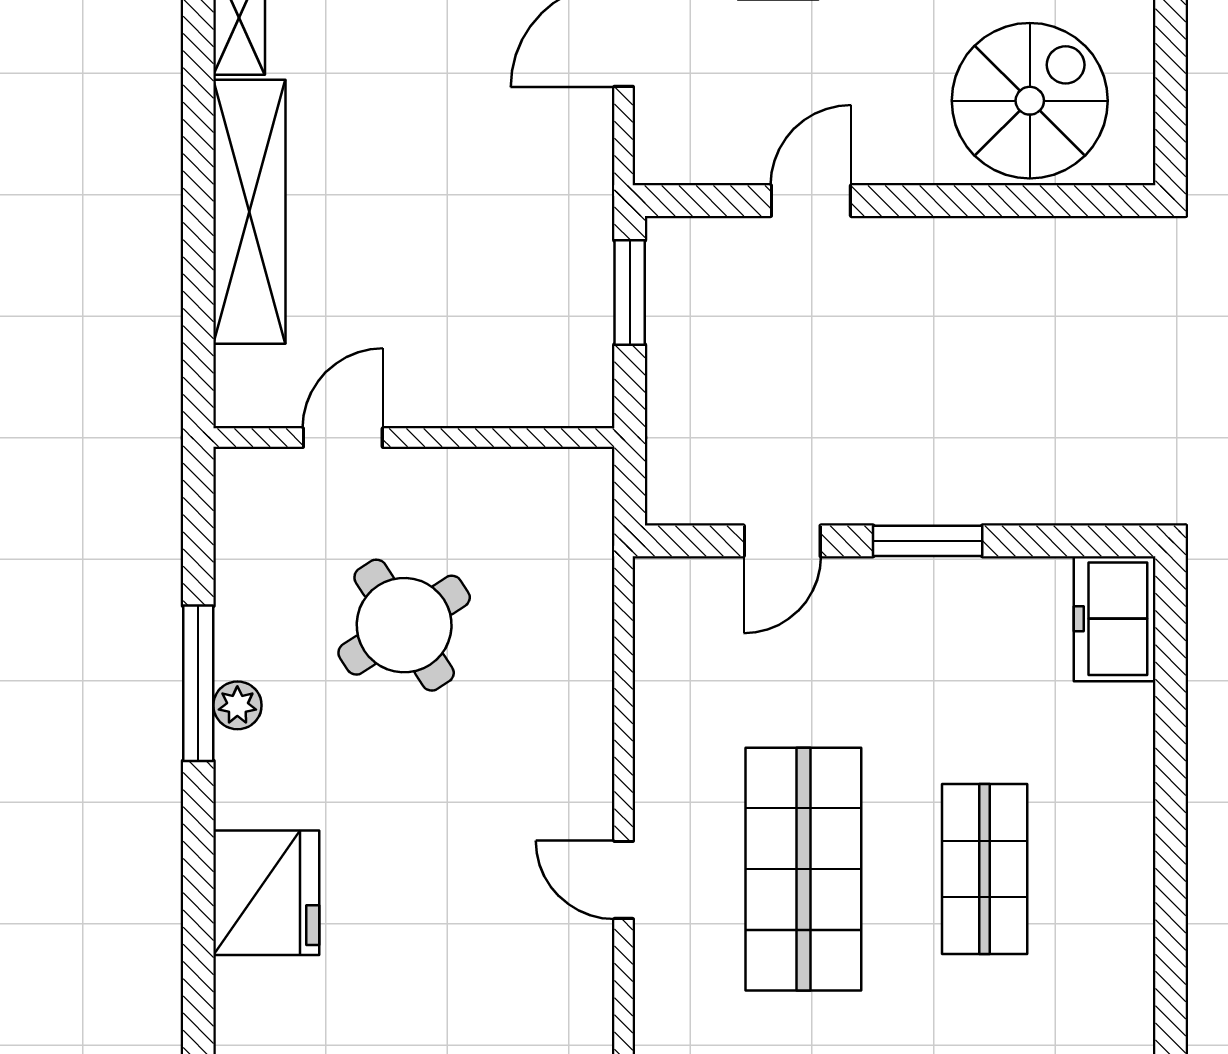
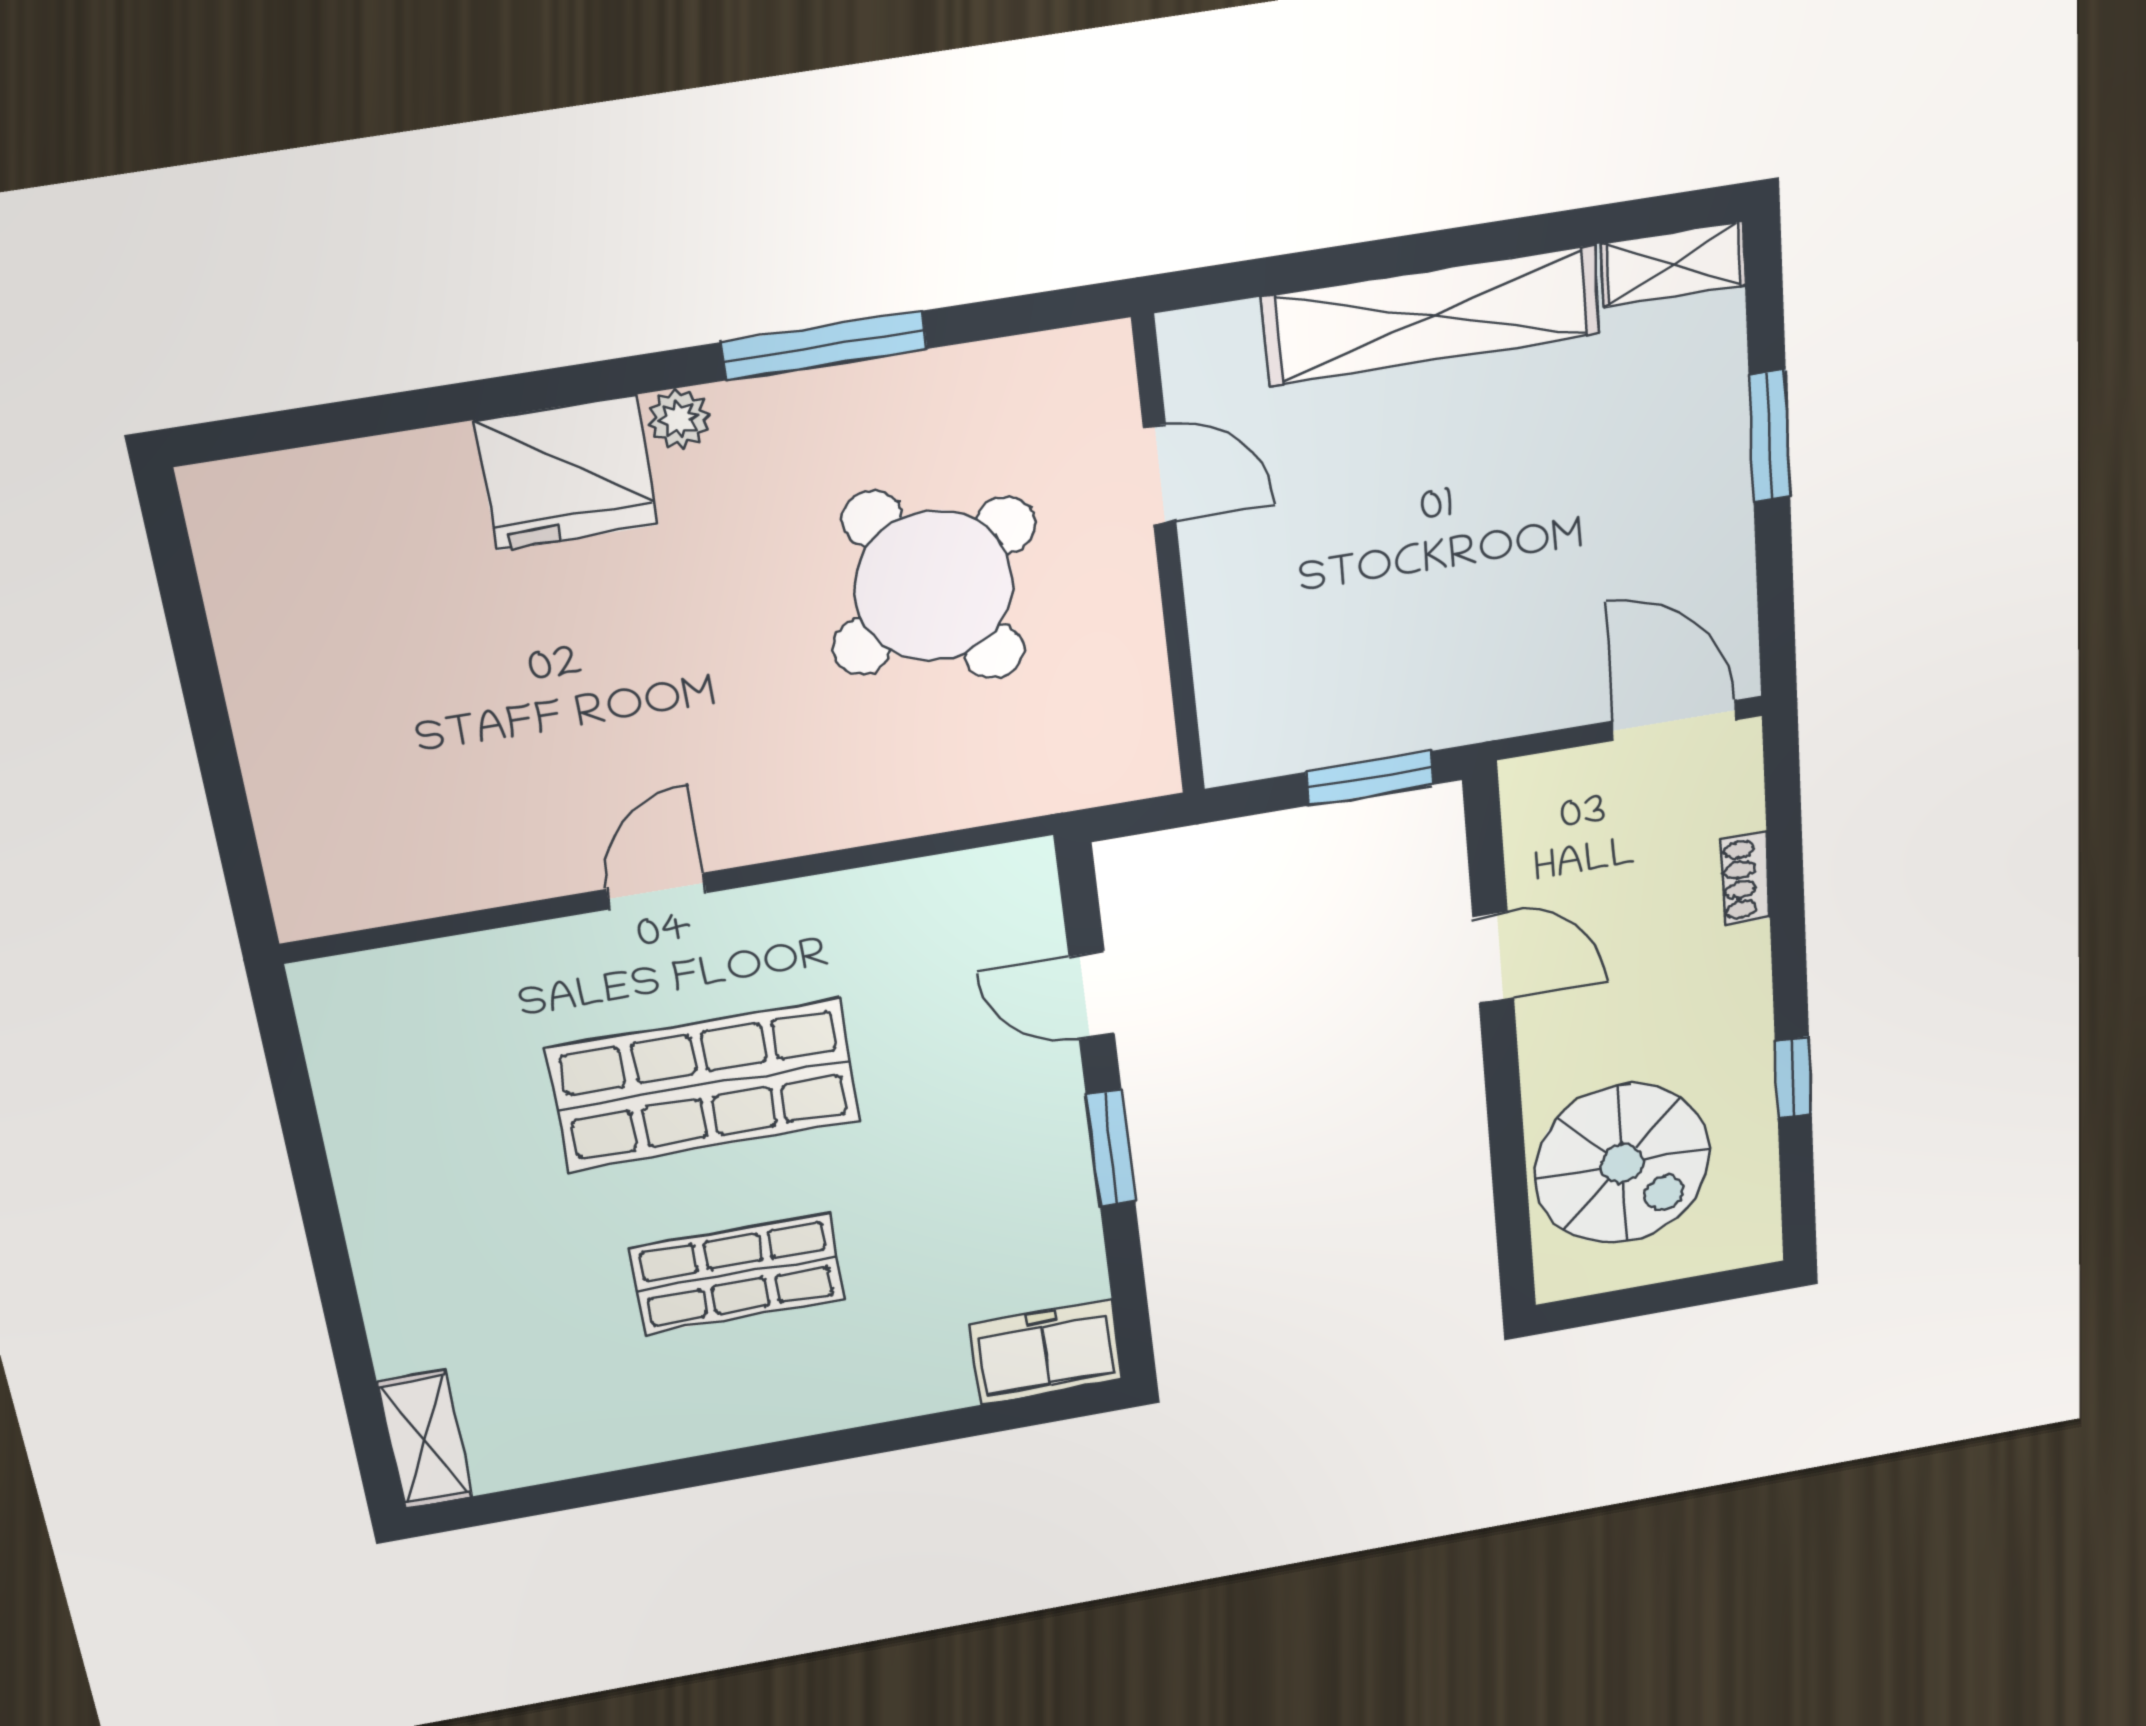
round table: (404, 625) -> (934, 586), width x1.36, depth x1.36
plant: (237, 705) -> (679, 419), moved

